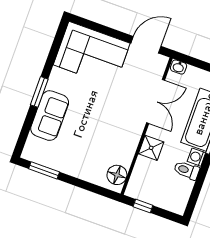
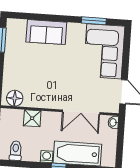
window: (39, 92) -> (94, 21), moved
shower: (151, 148) -> (32, 118), moved
toilet: (187, 170) -> (16, 151), moved

